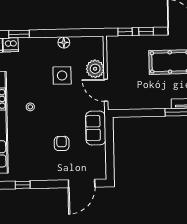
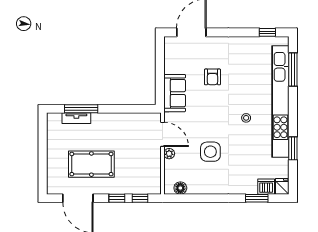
floor lamp: (64, 42) -> (180, 188), moved
plant: (95, 69) -> (169, 154), width x0.53, depth x0.53
window: (23, 185) -> (267, 32), moved

